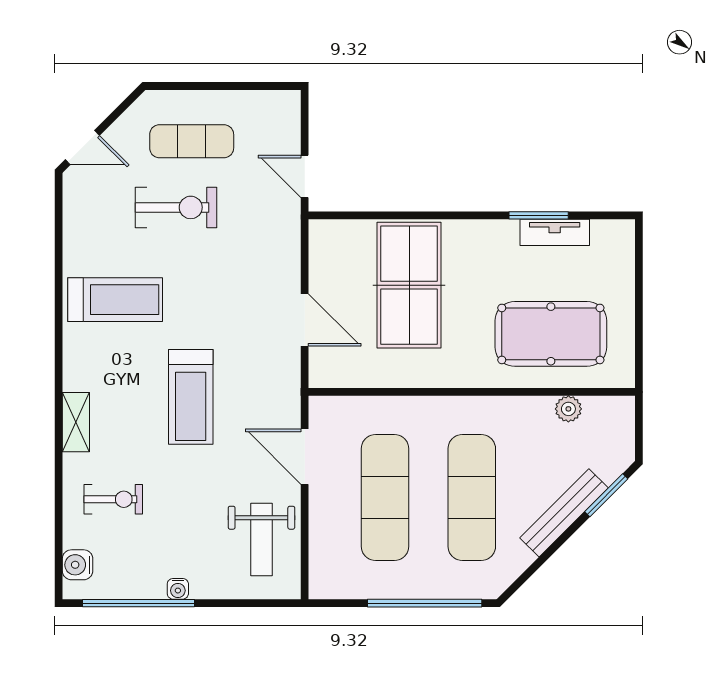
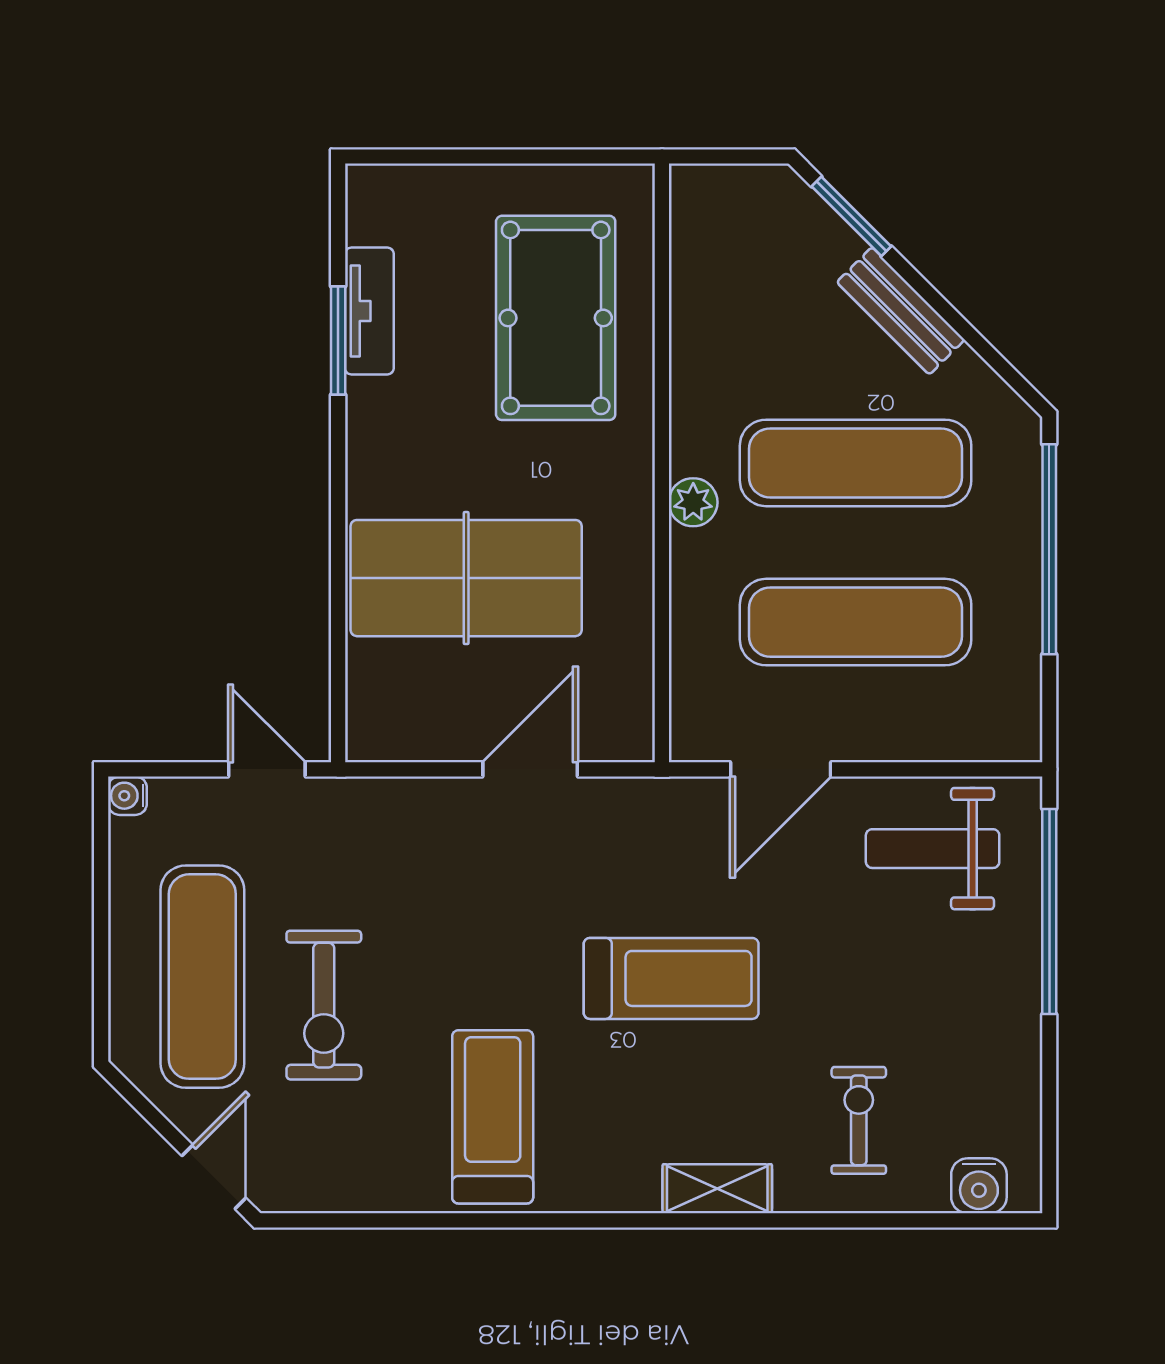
exercise mat: (192, 141) -> (202, 977), width x1.36, depth x1.45
door: (305, 176) -> (267, 769), swing flipped
exercise bike: (176, 207) -> (324, 1005), turned 180
plant: (568, 409) -> (693, 502), moved
bench: (564, 513) -> (901, 311), width x0.73
weight bench: (261, 540) -> (933, 849), turned 180
water cooler: (178, 589) -> (127, 796), moved, turned 180
window: (138, 603) -> (1049, 912), moved

